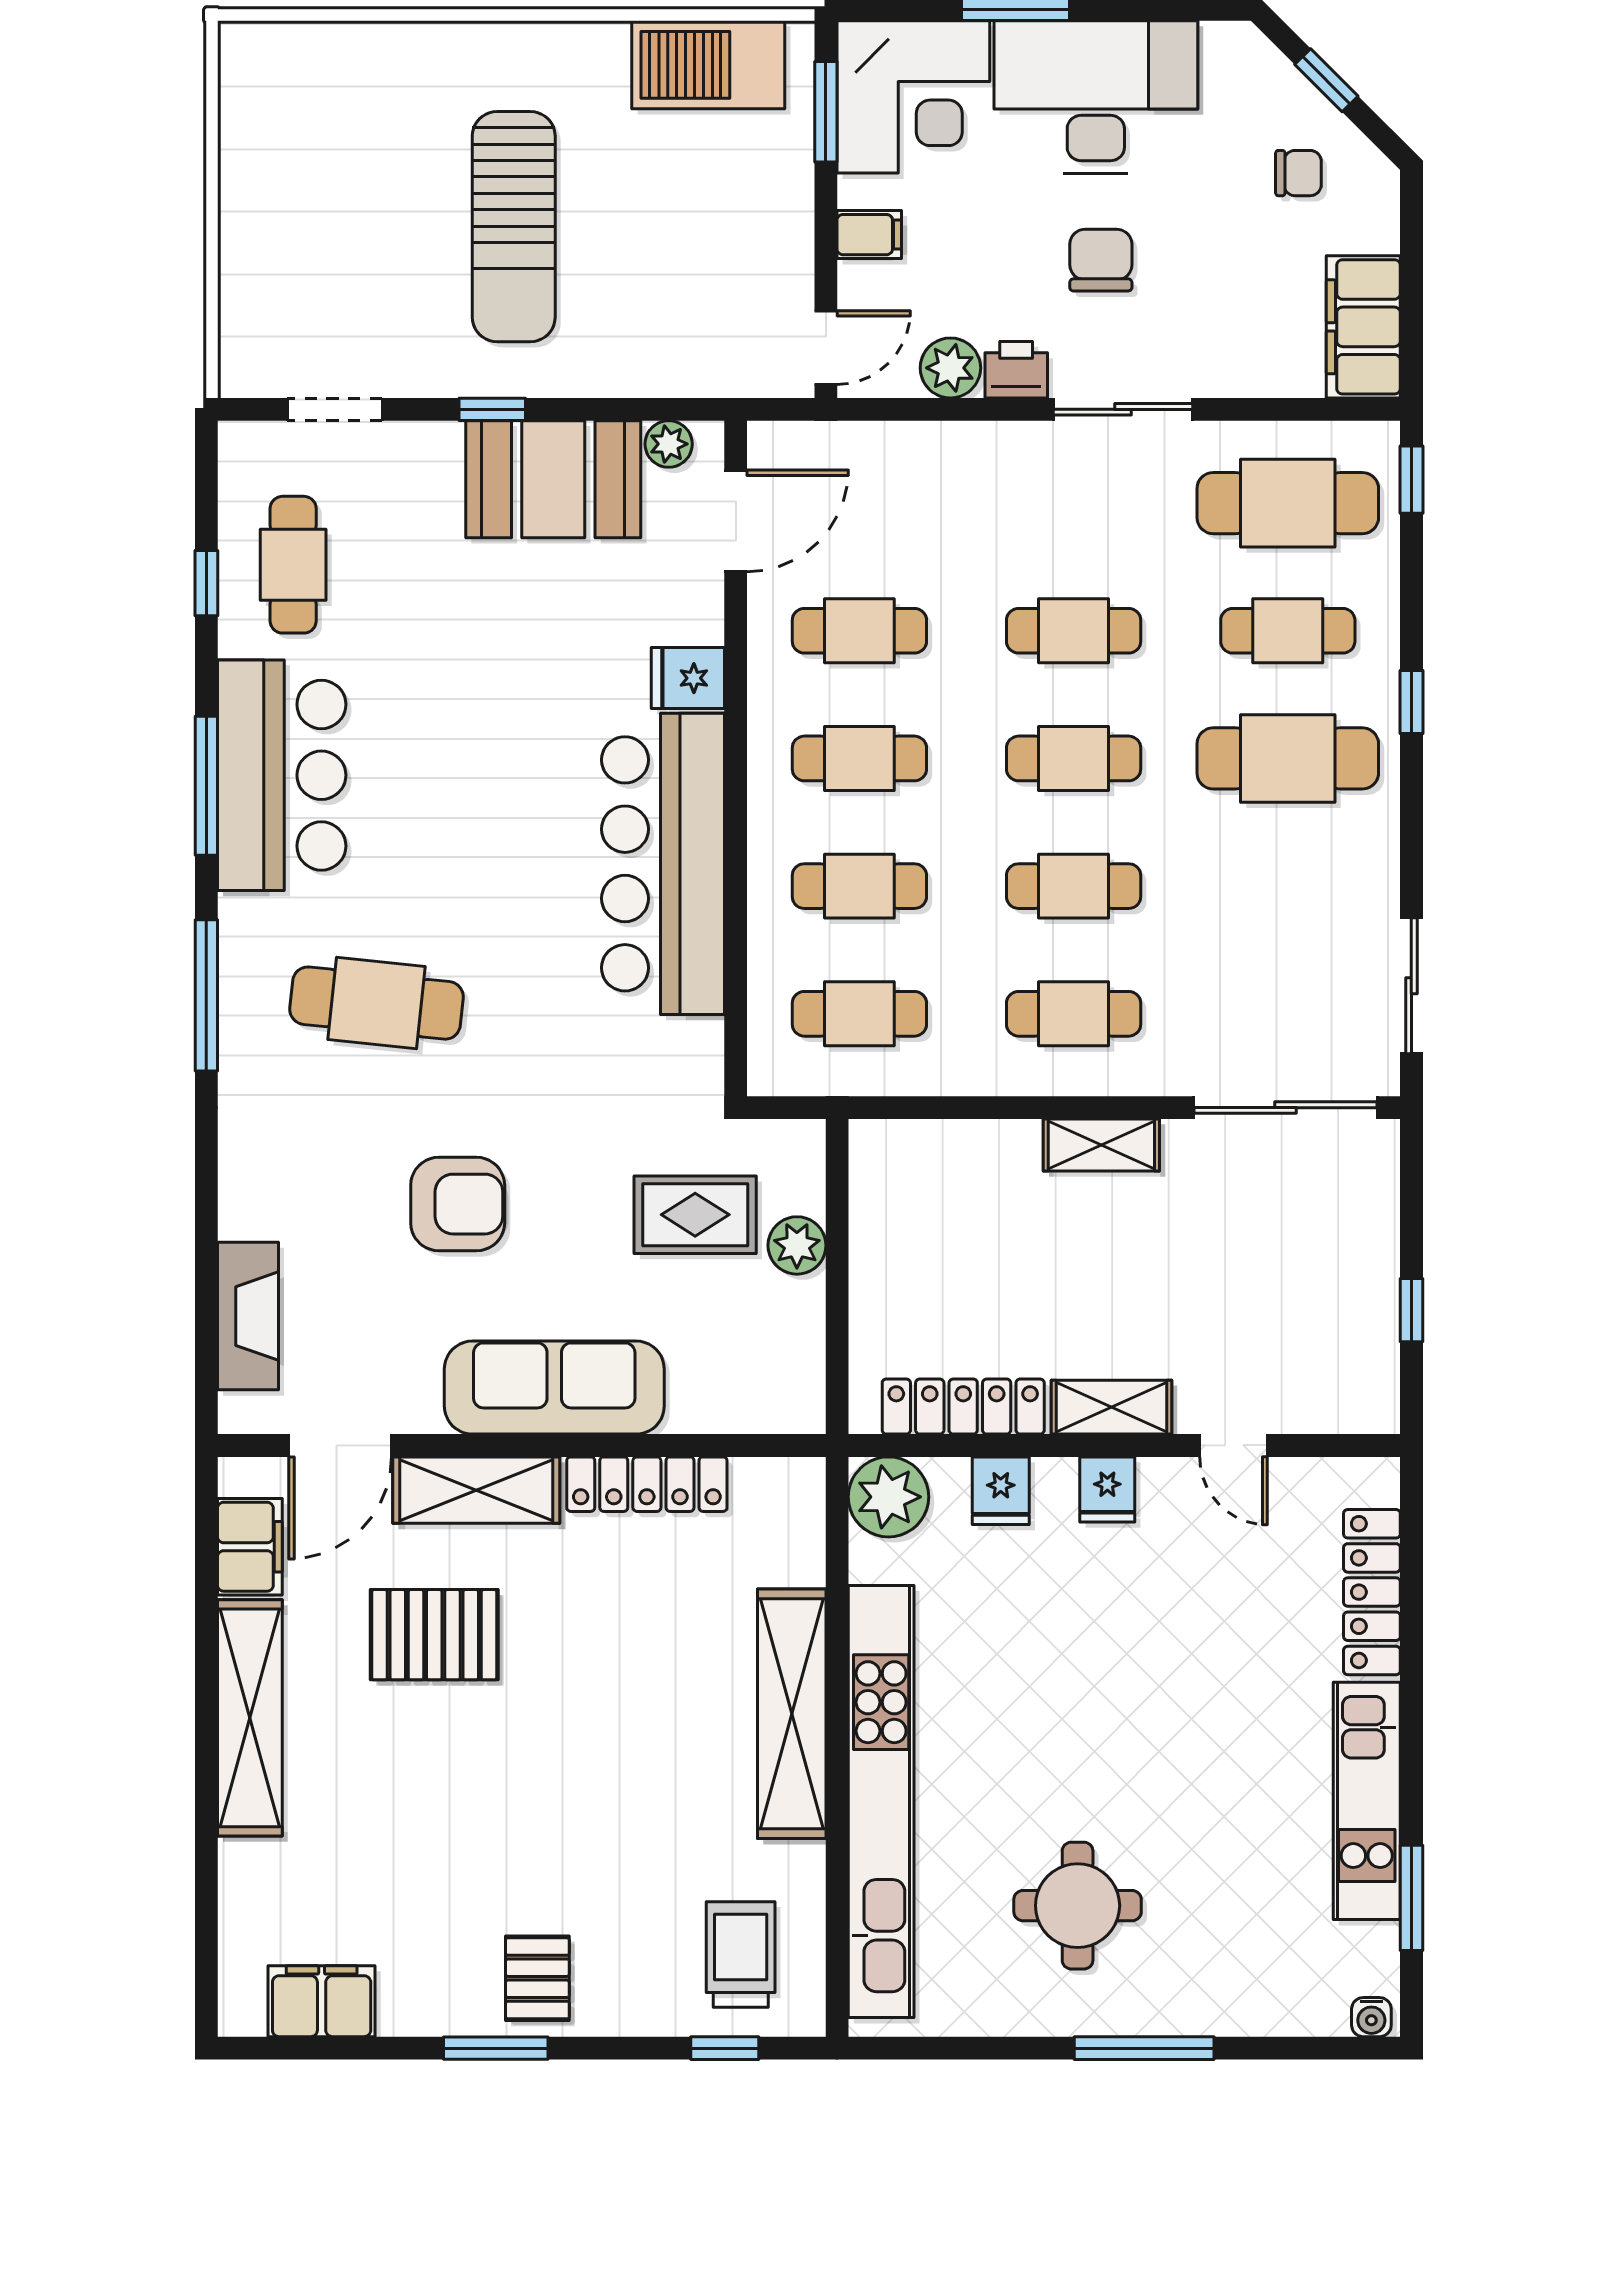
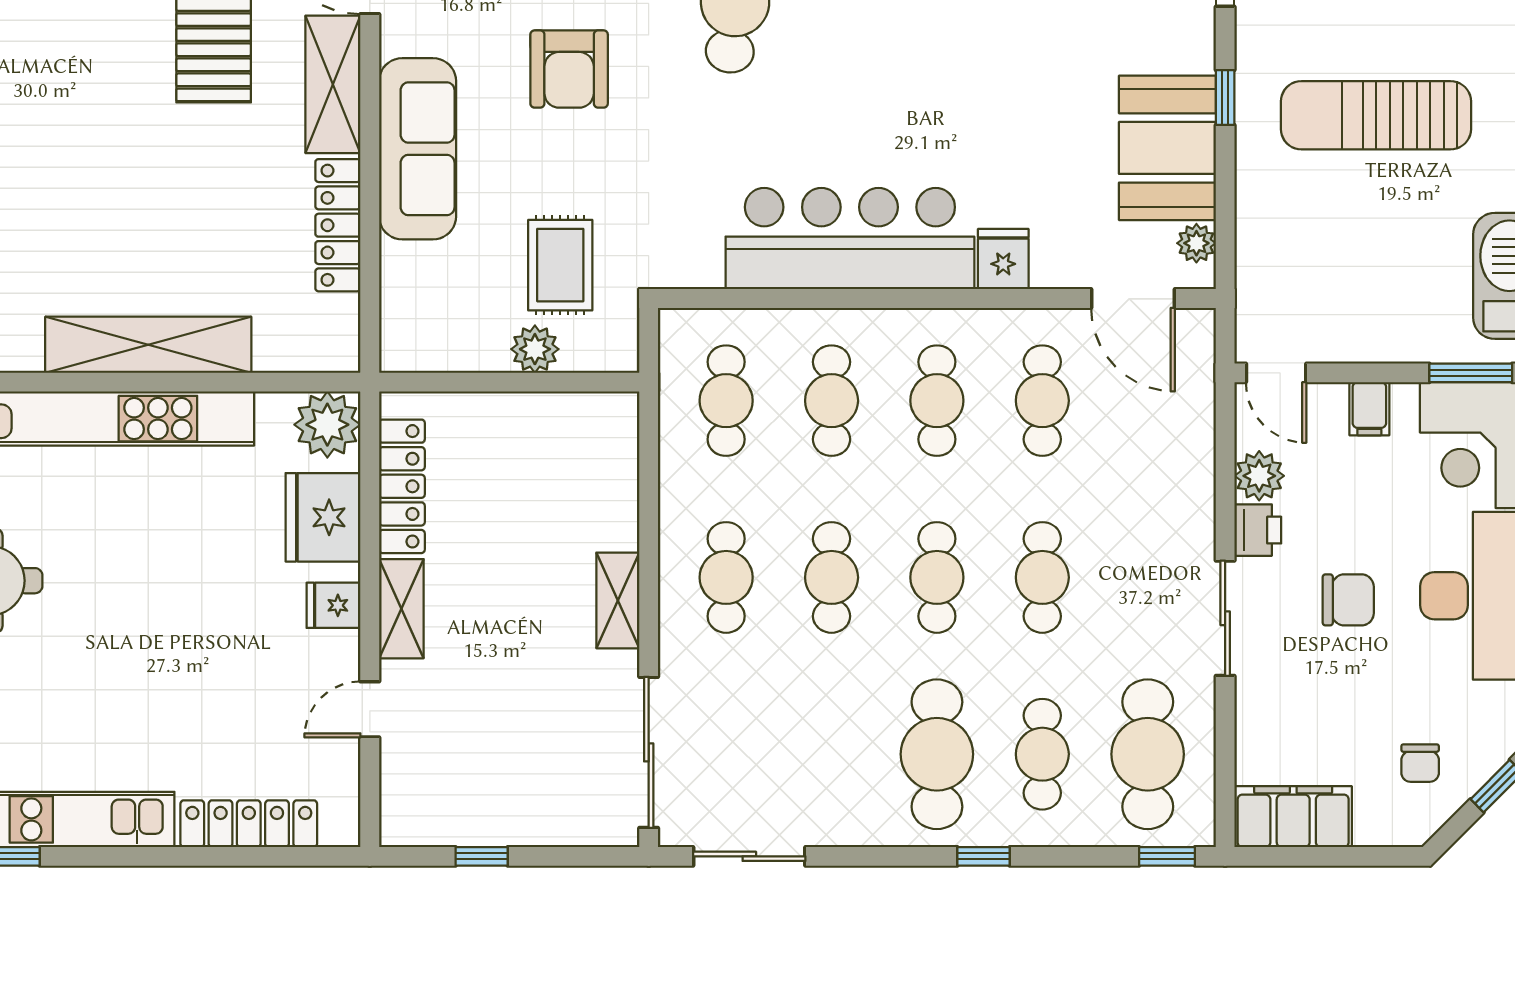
fridge: (1001, 1491) -> (323, 517), width x1.88, depth x1.34

